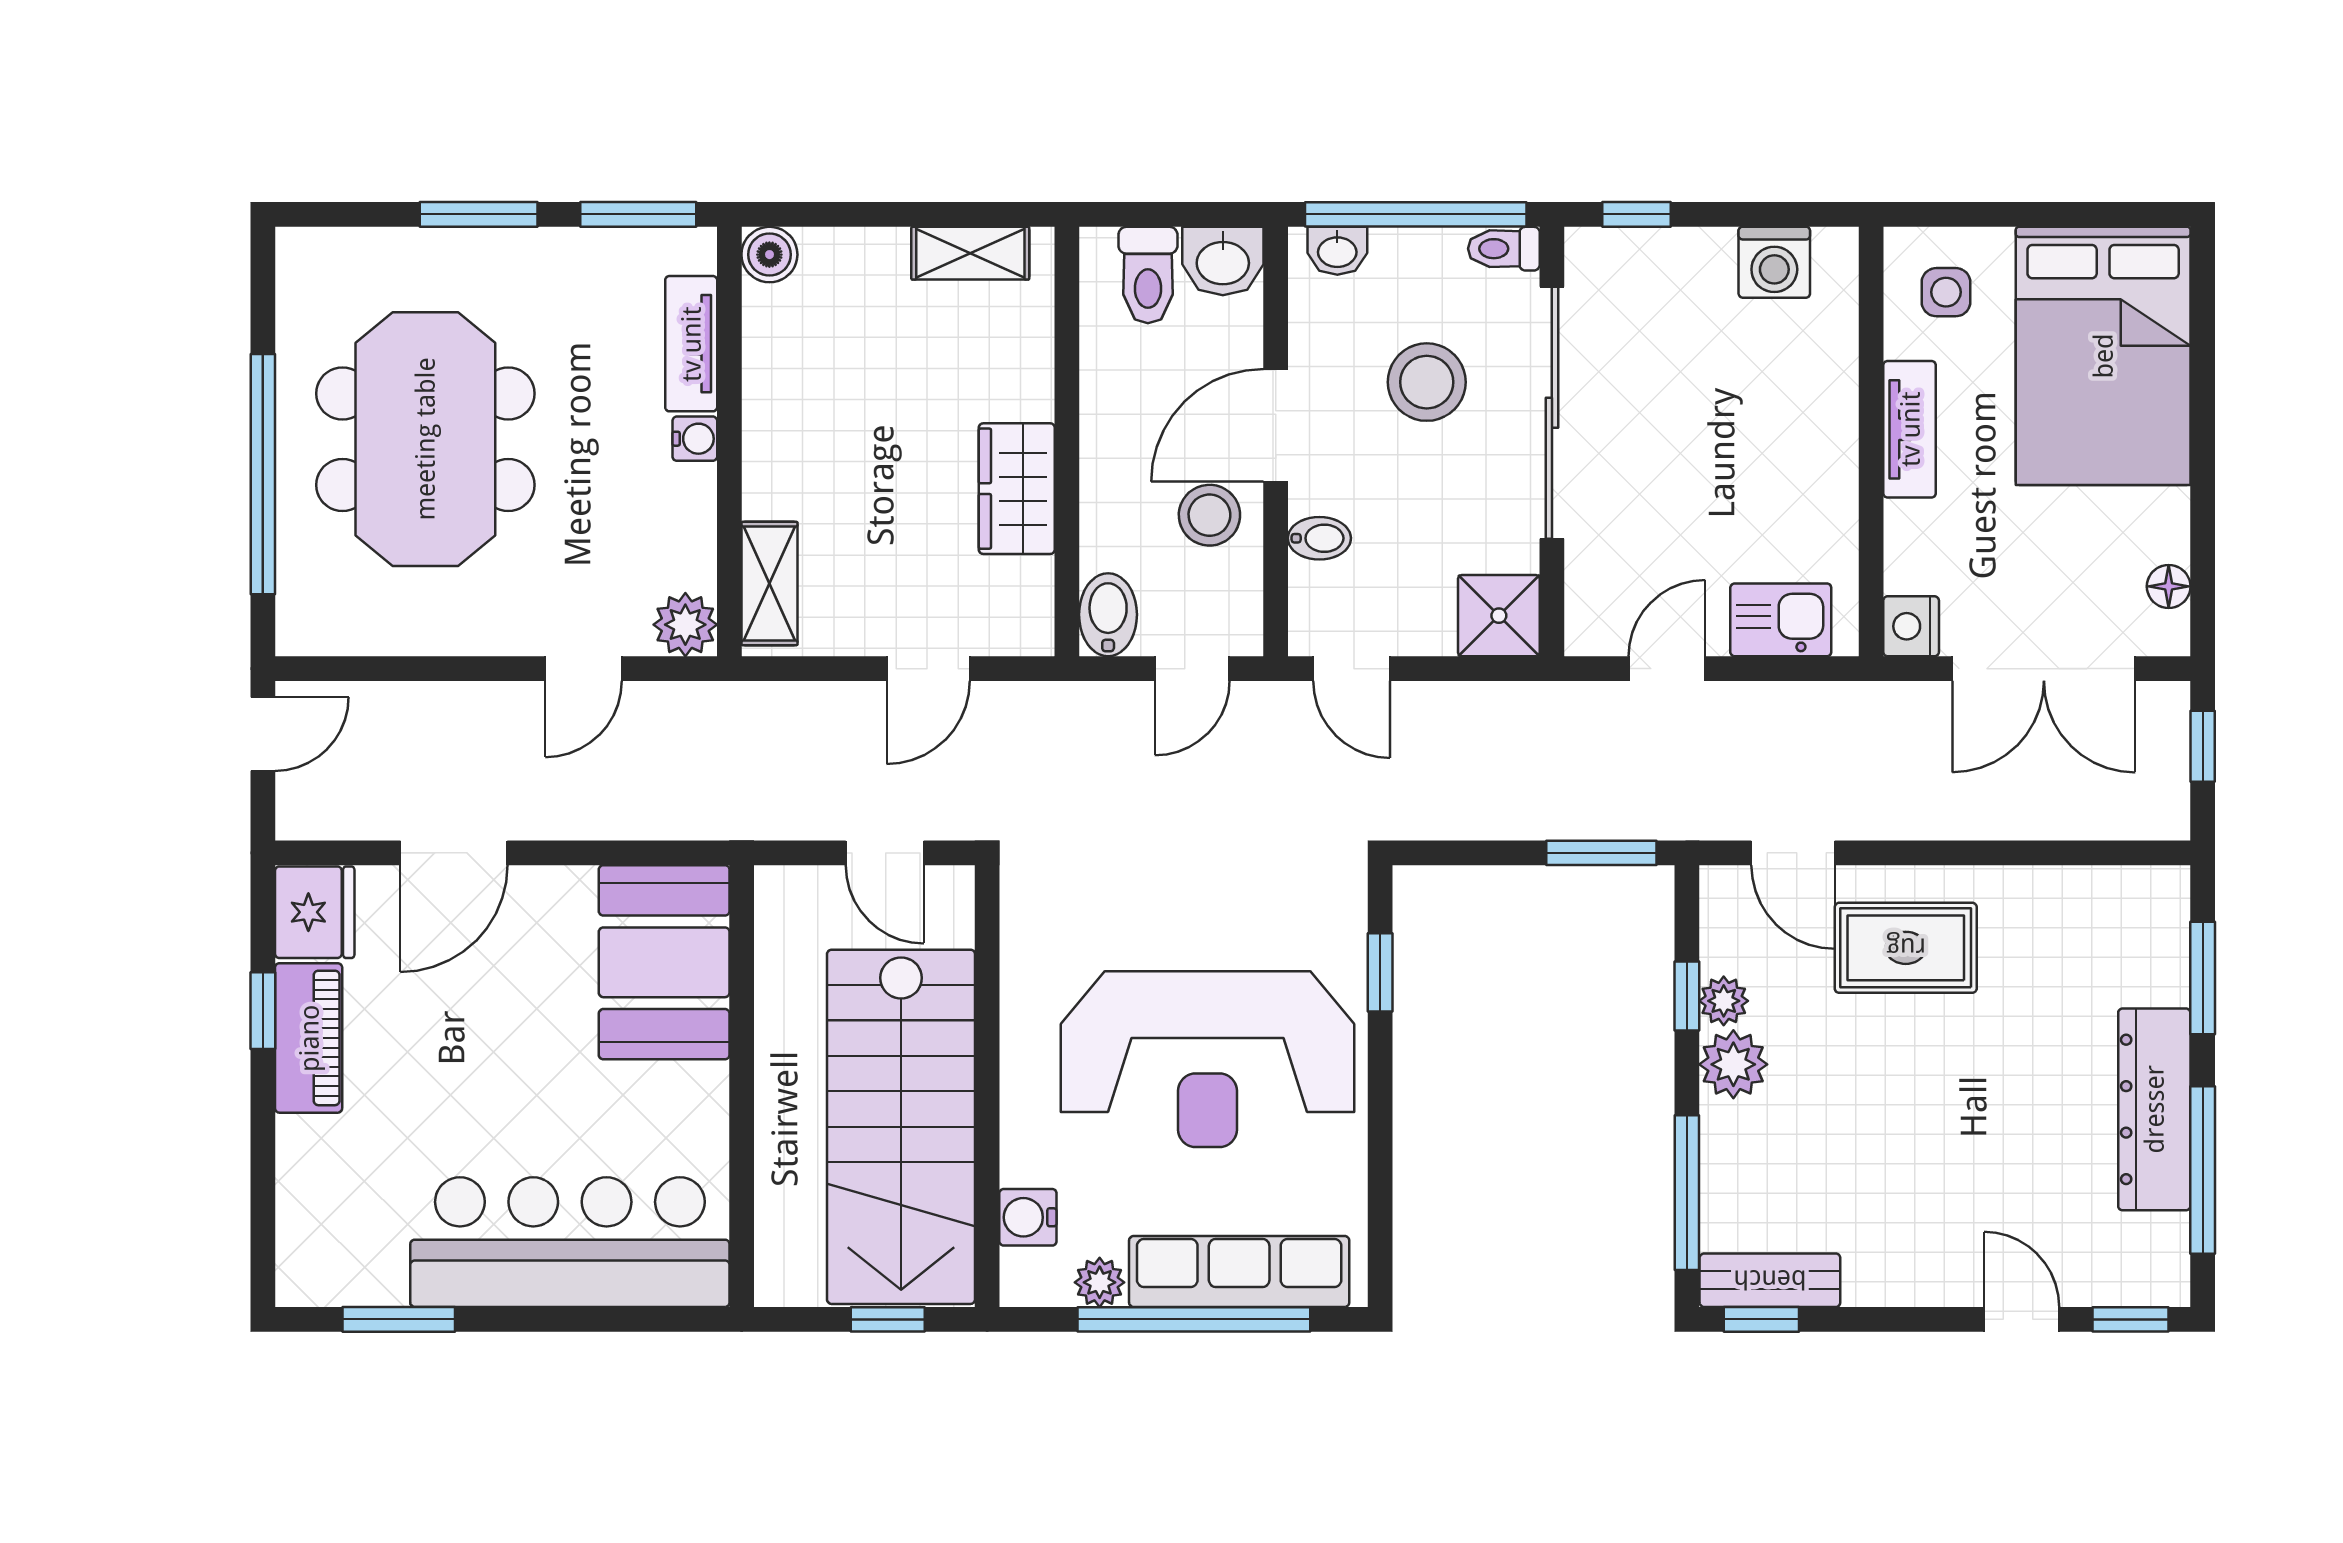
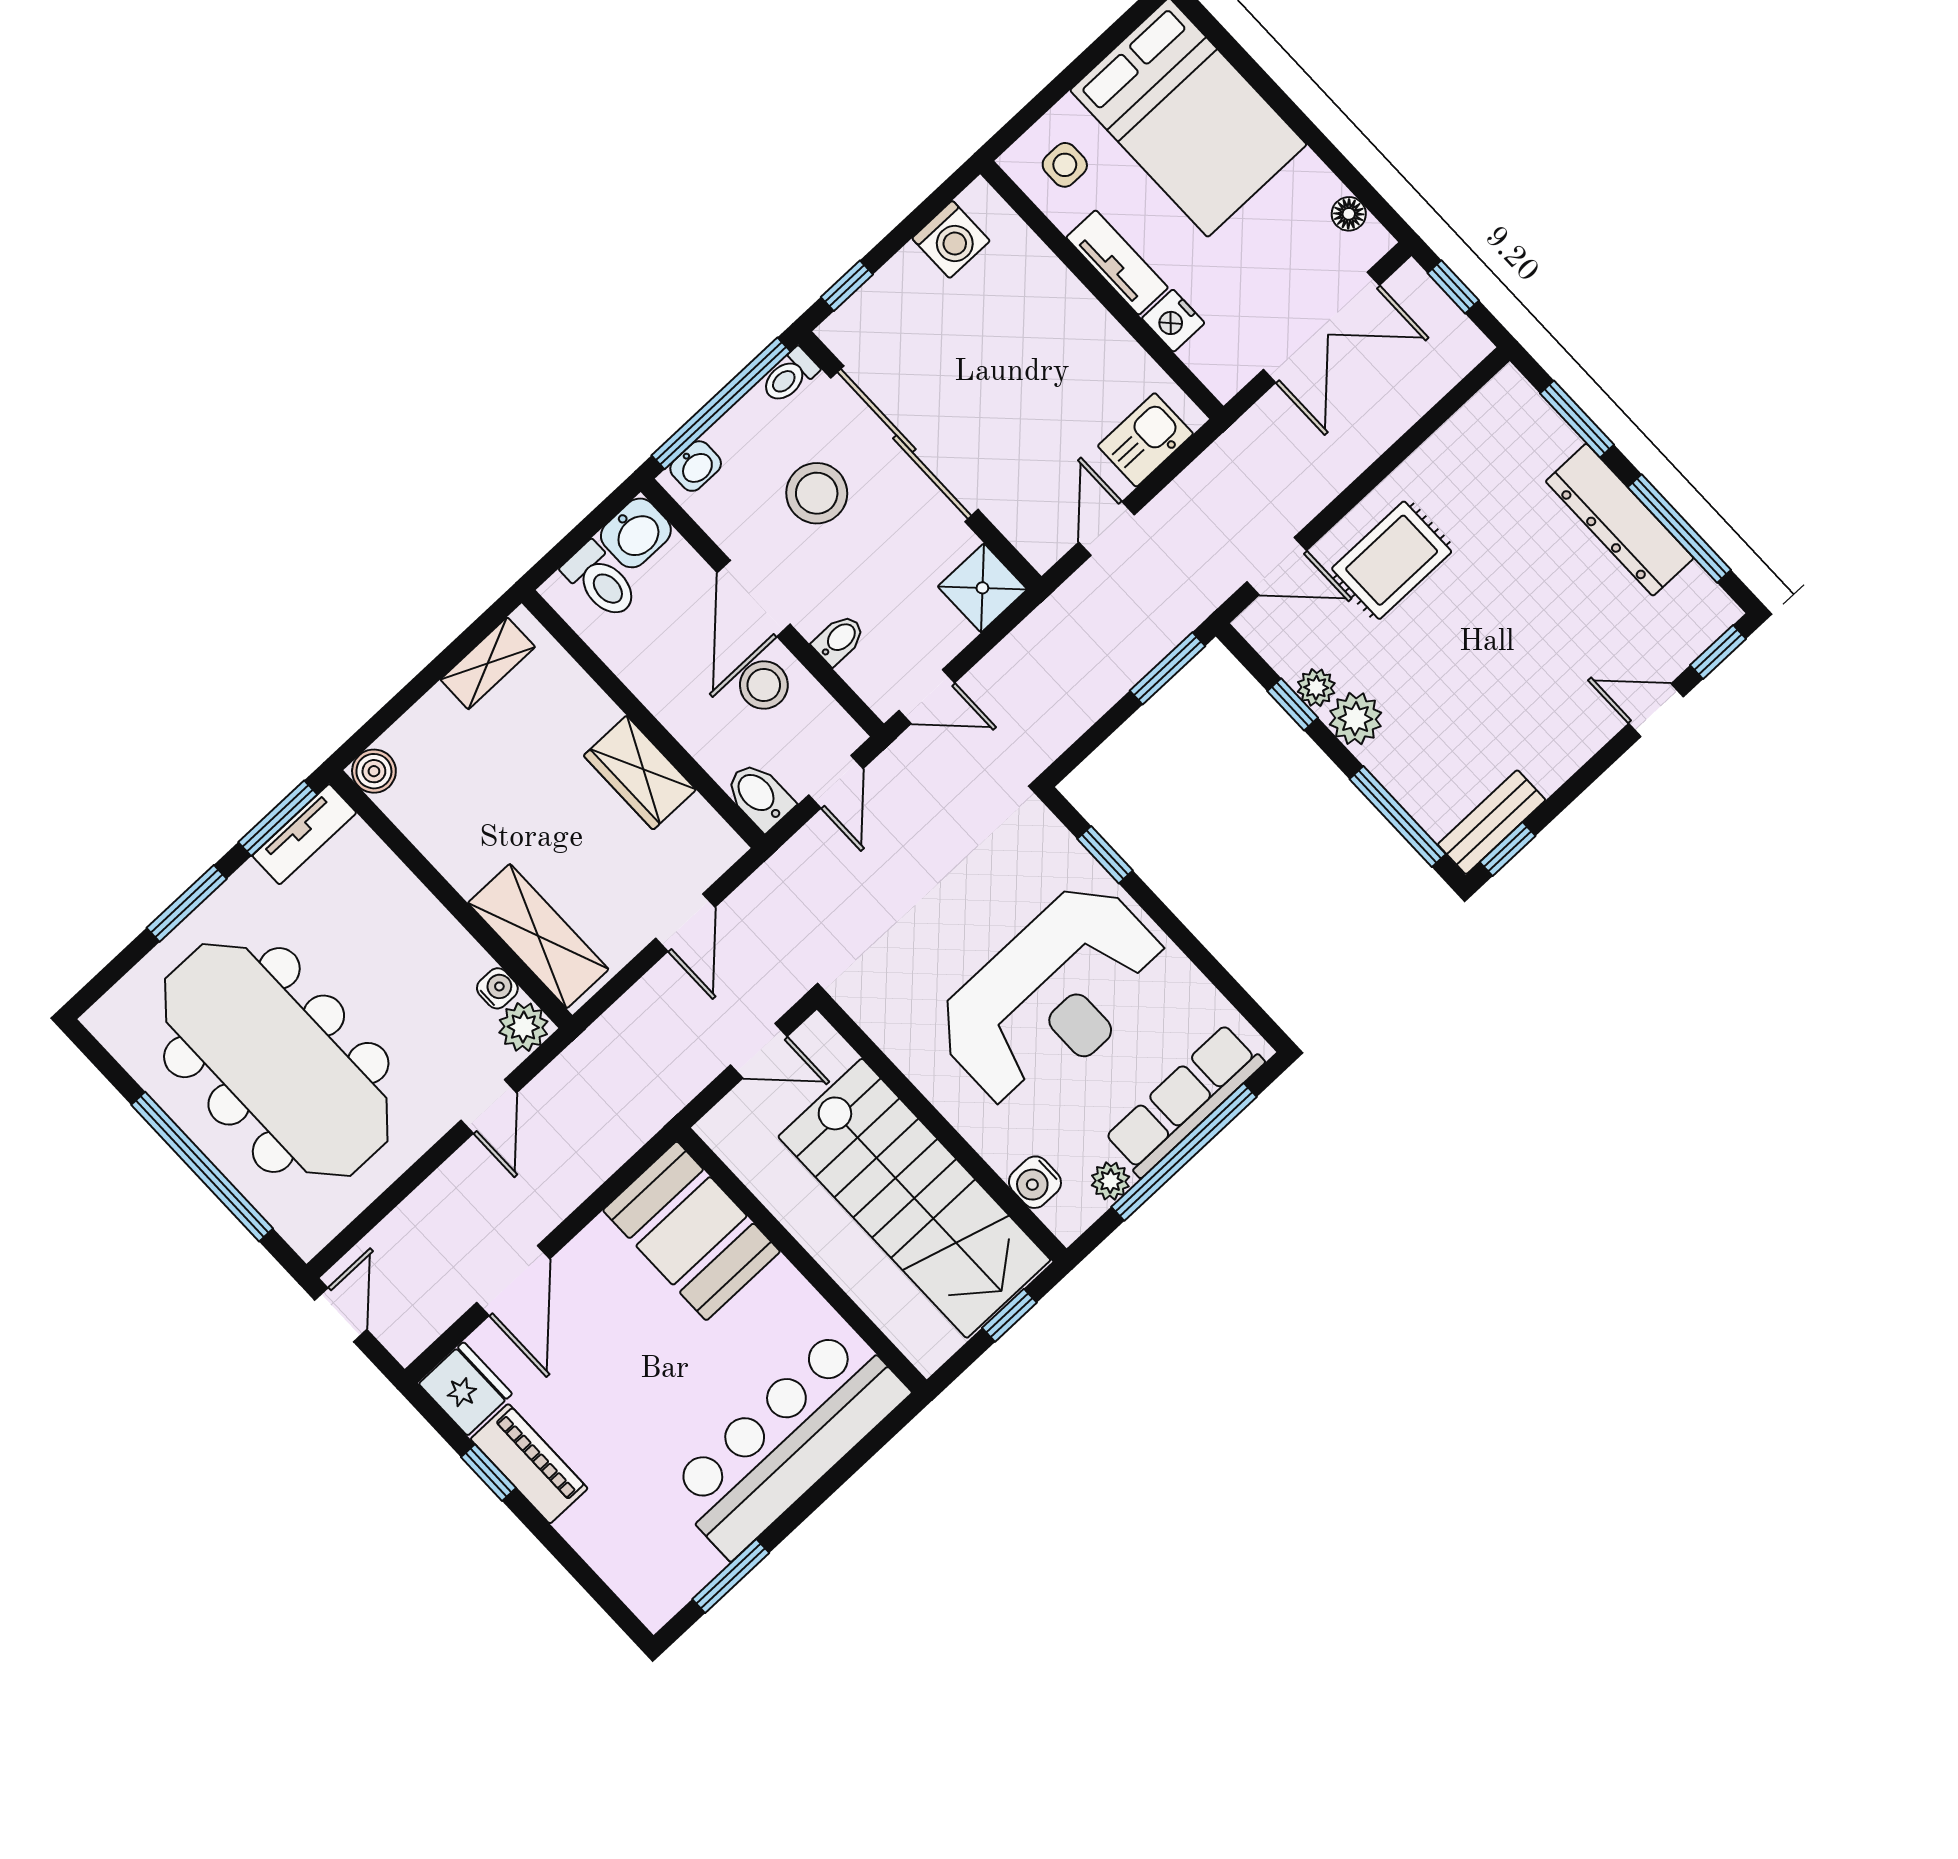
tv unit: (691, 344) -> (304, 834), moved, turned -90
meeting table: (425, 439) -> (276, 1060), width x1.36
water cooler: (695, 439) -> (497, 988), moved
shelving: (769, 584) -> (538, 936), width x1.50, depth x1.33
nightstand: (1911, 626) -> (1173, 321), moved

